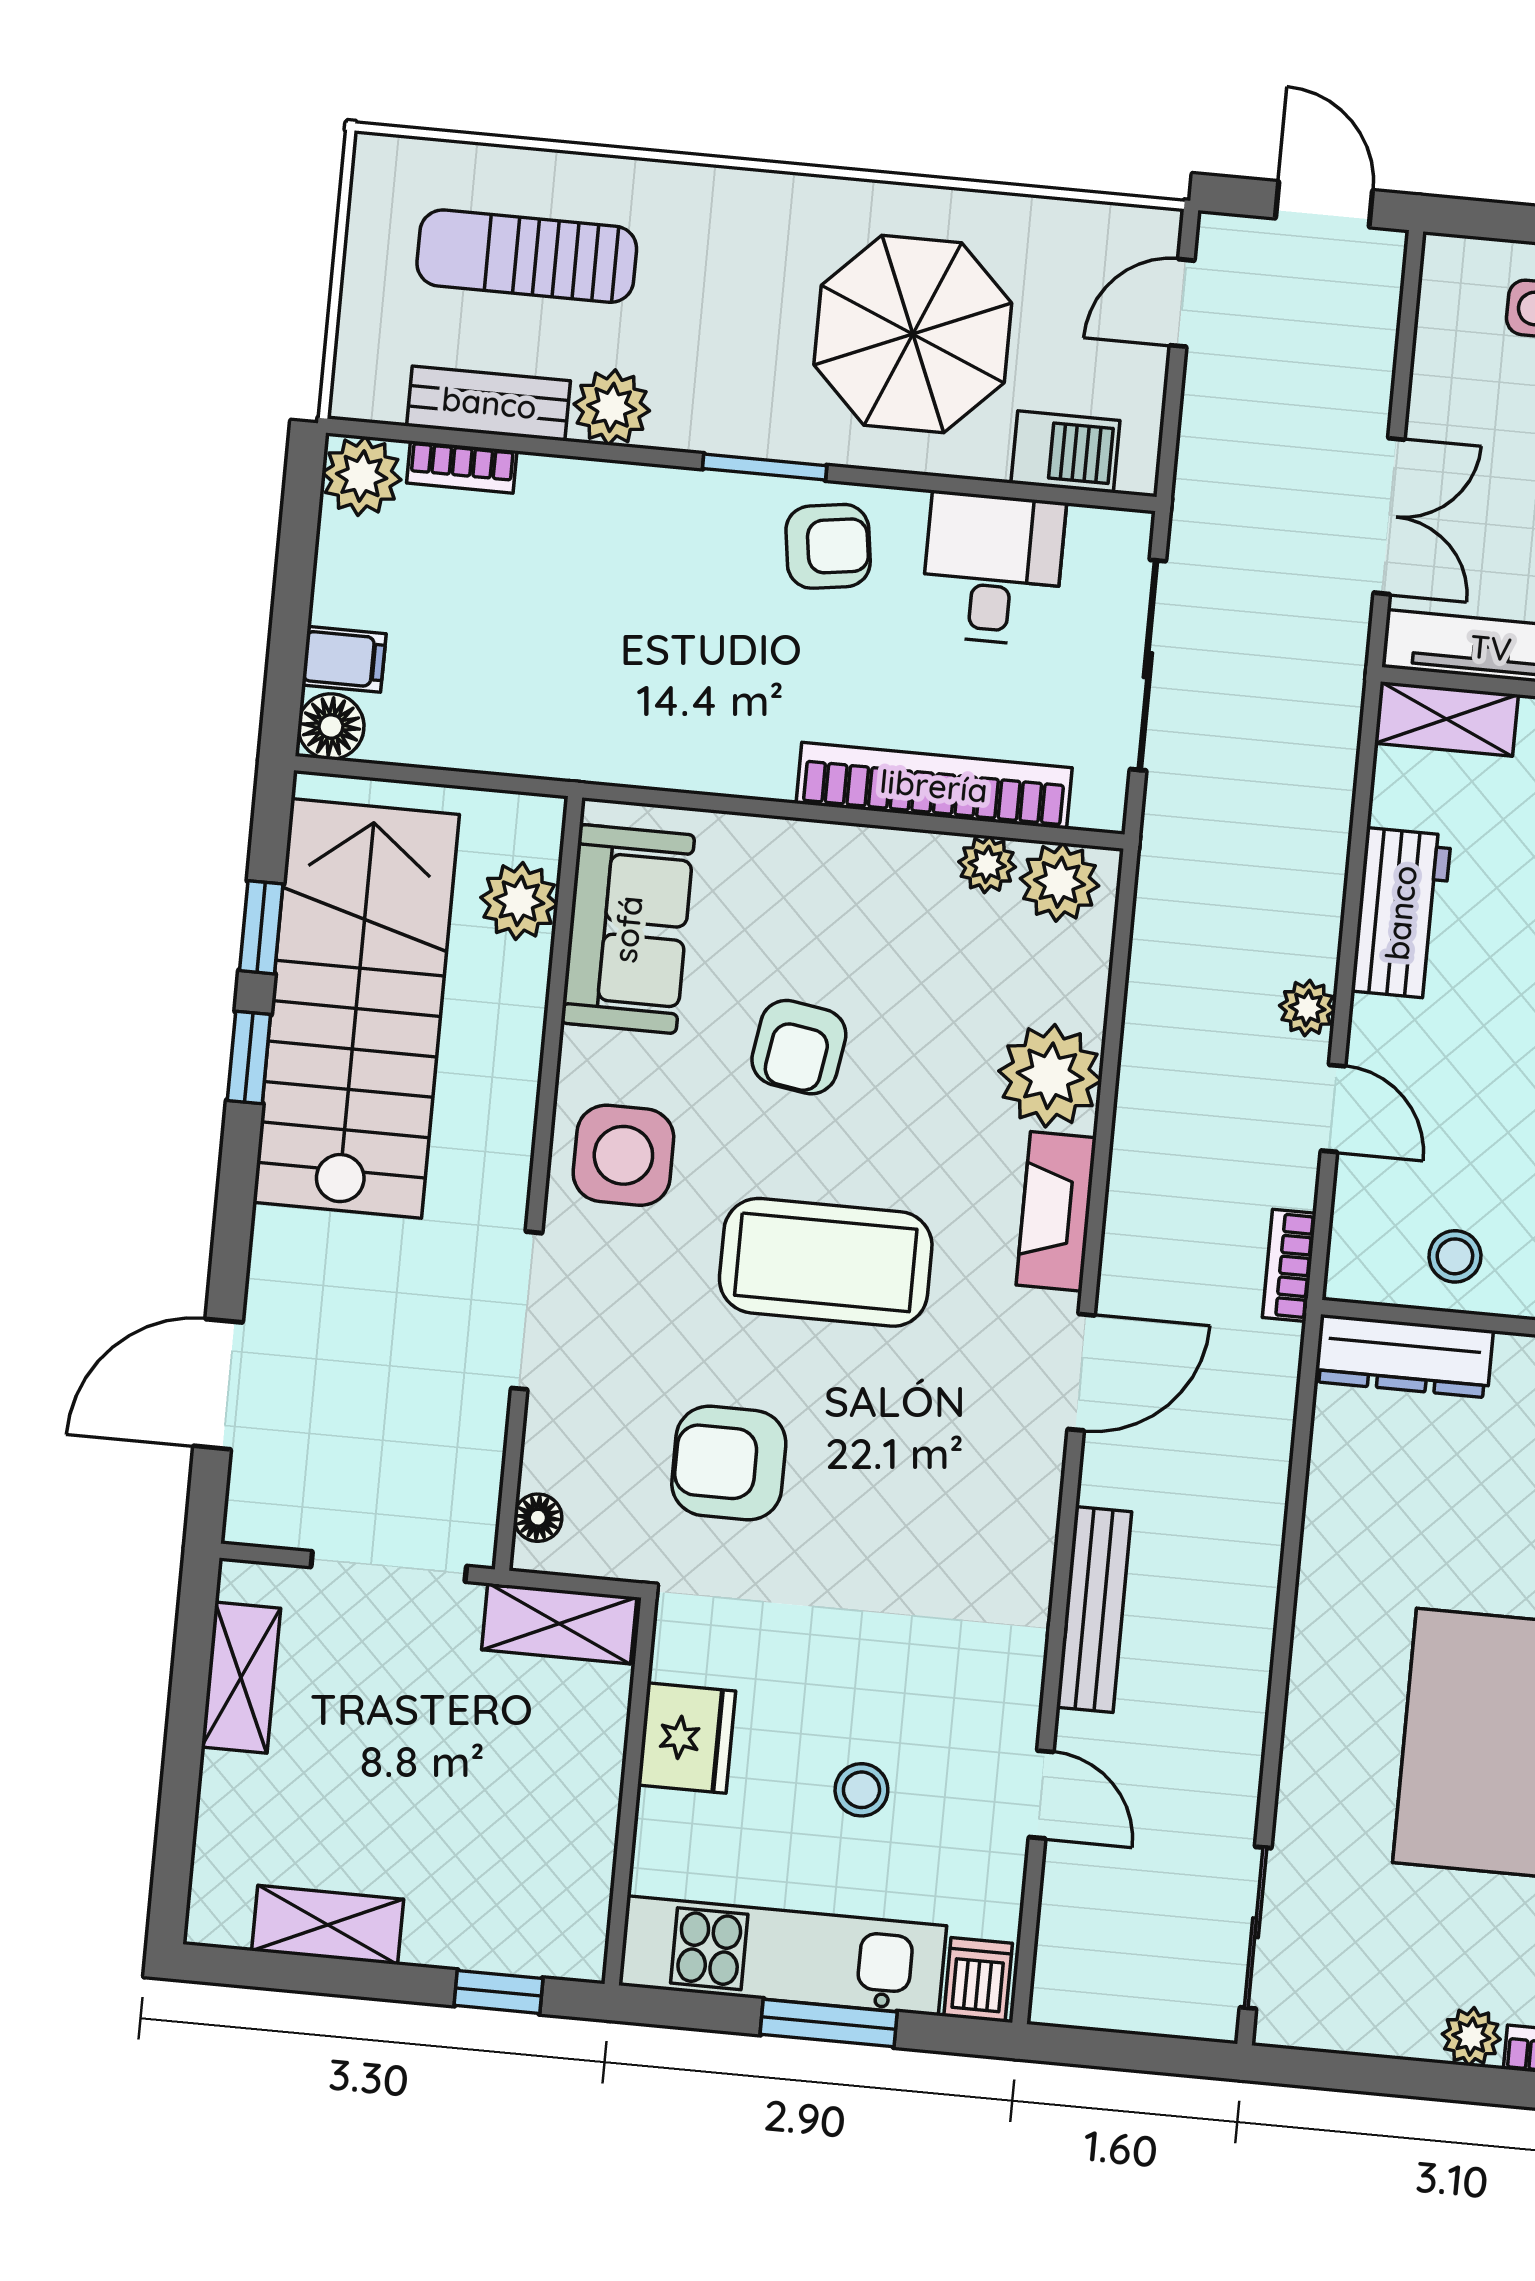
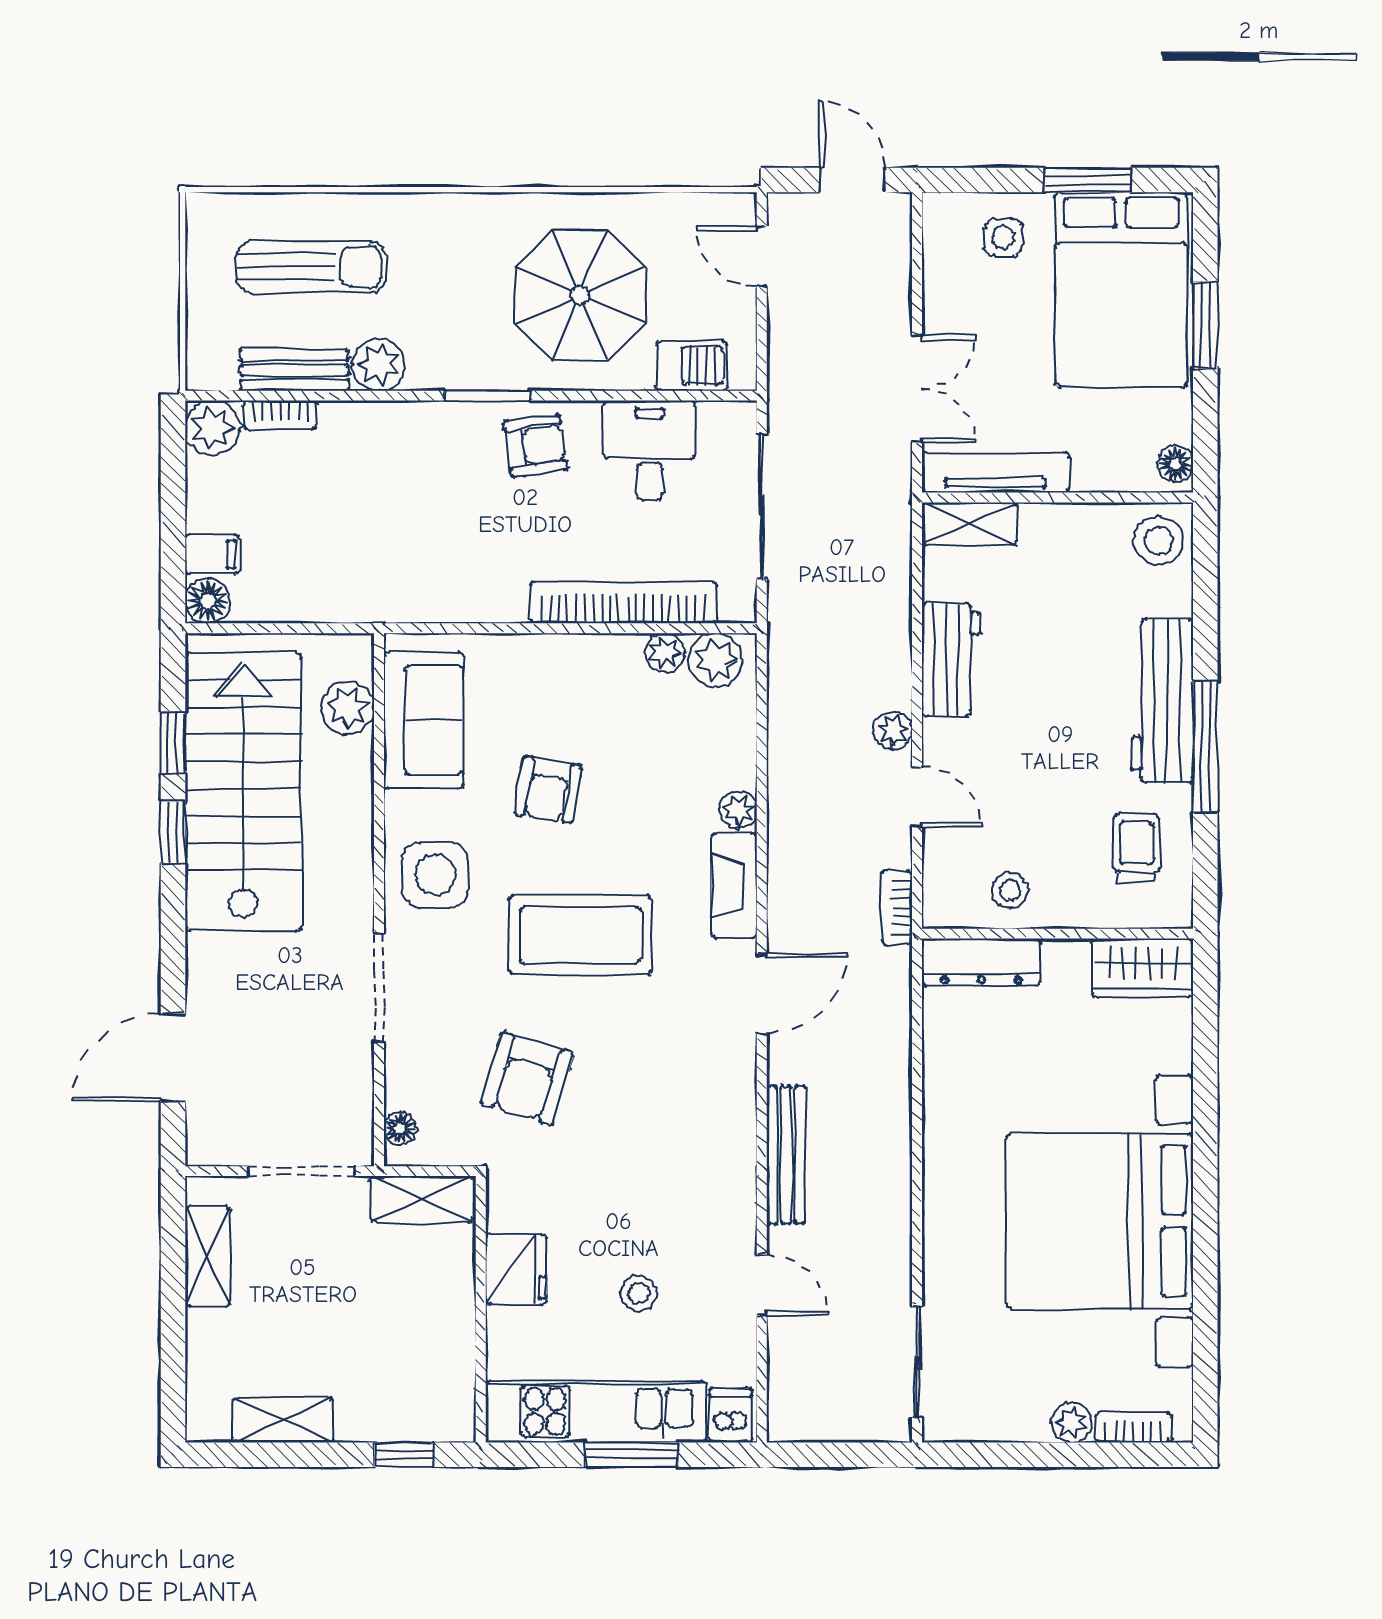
sun lounger: (527, 256) -> (311, 267), turned 180
door: (1182, 303) -> (762, 257), hinge flipped
plant: (1050, 1076) -> (738, 810), width x0.53, depth x0.53
armchair: (729, 1463) -> (527, 1078), turned -73

